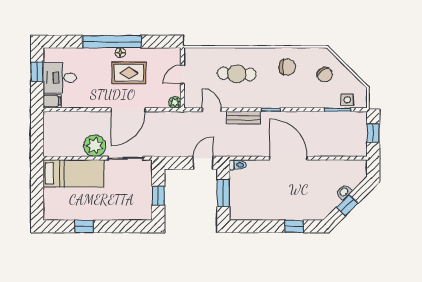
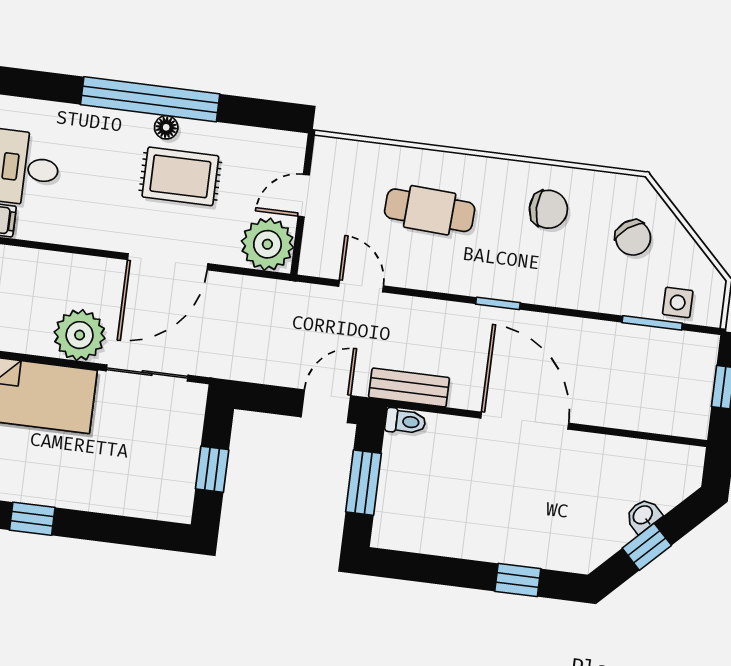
plant: (175, 102) -> (267, 244), width x1.88, depth x1.88
bench: (243, 118) -> (409, 388), moved

